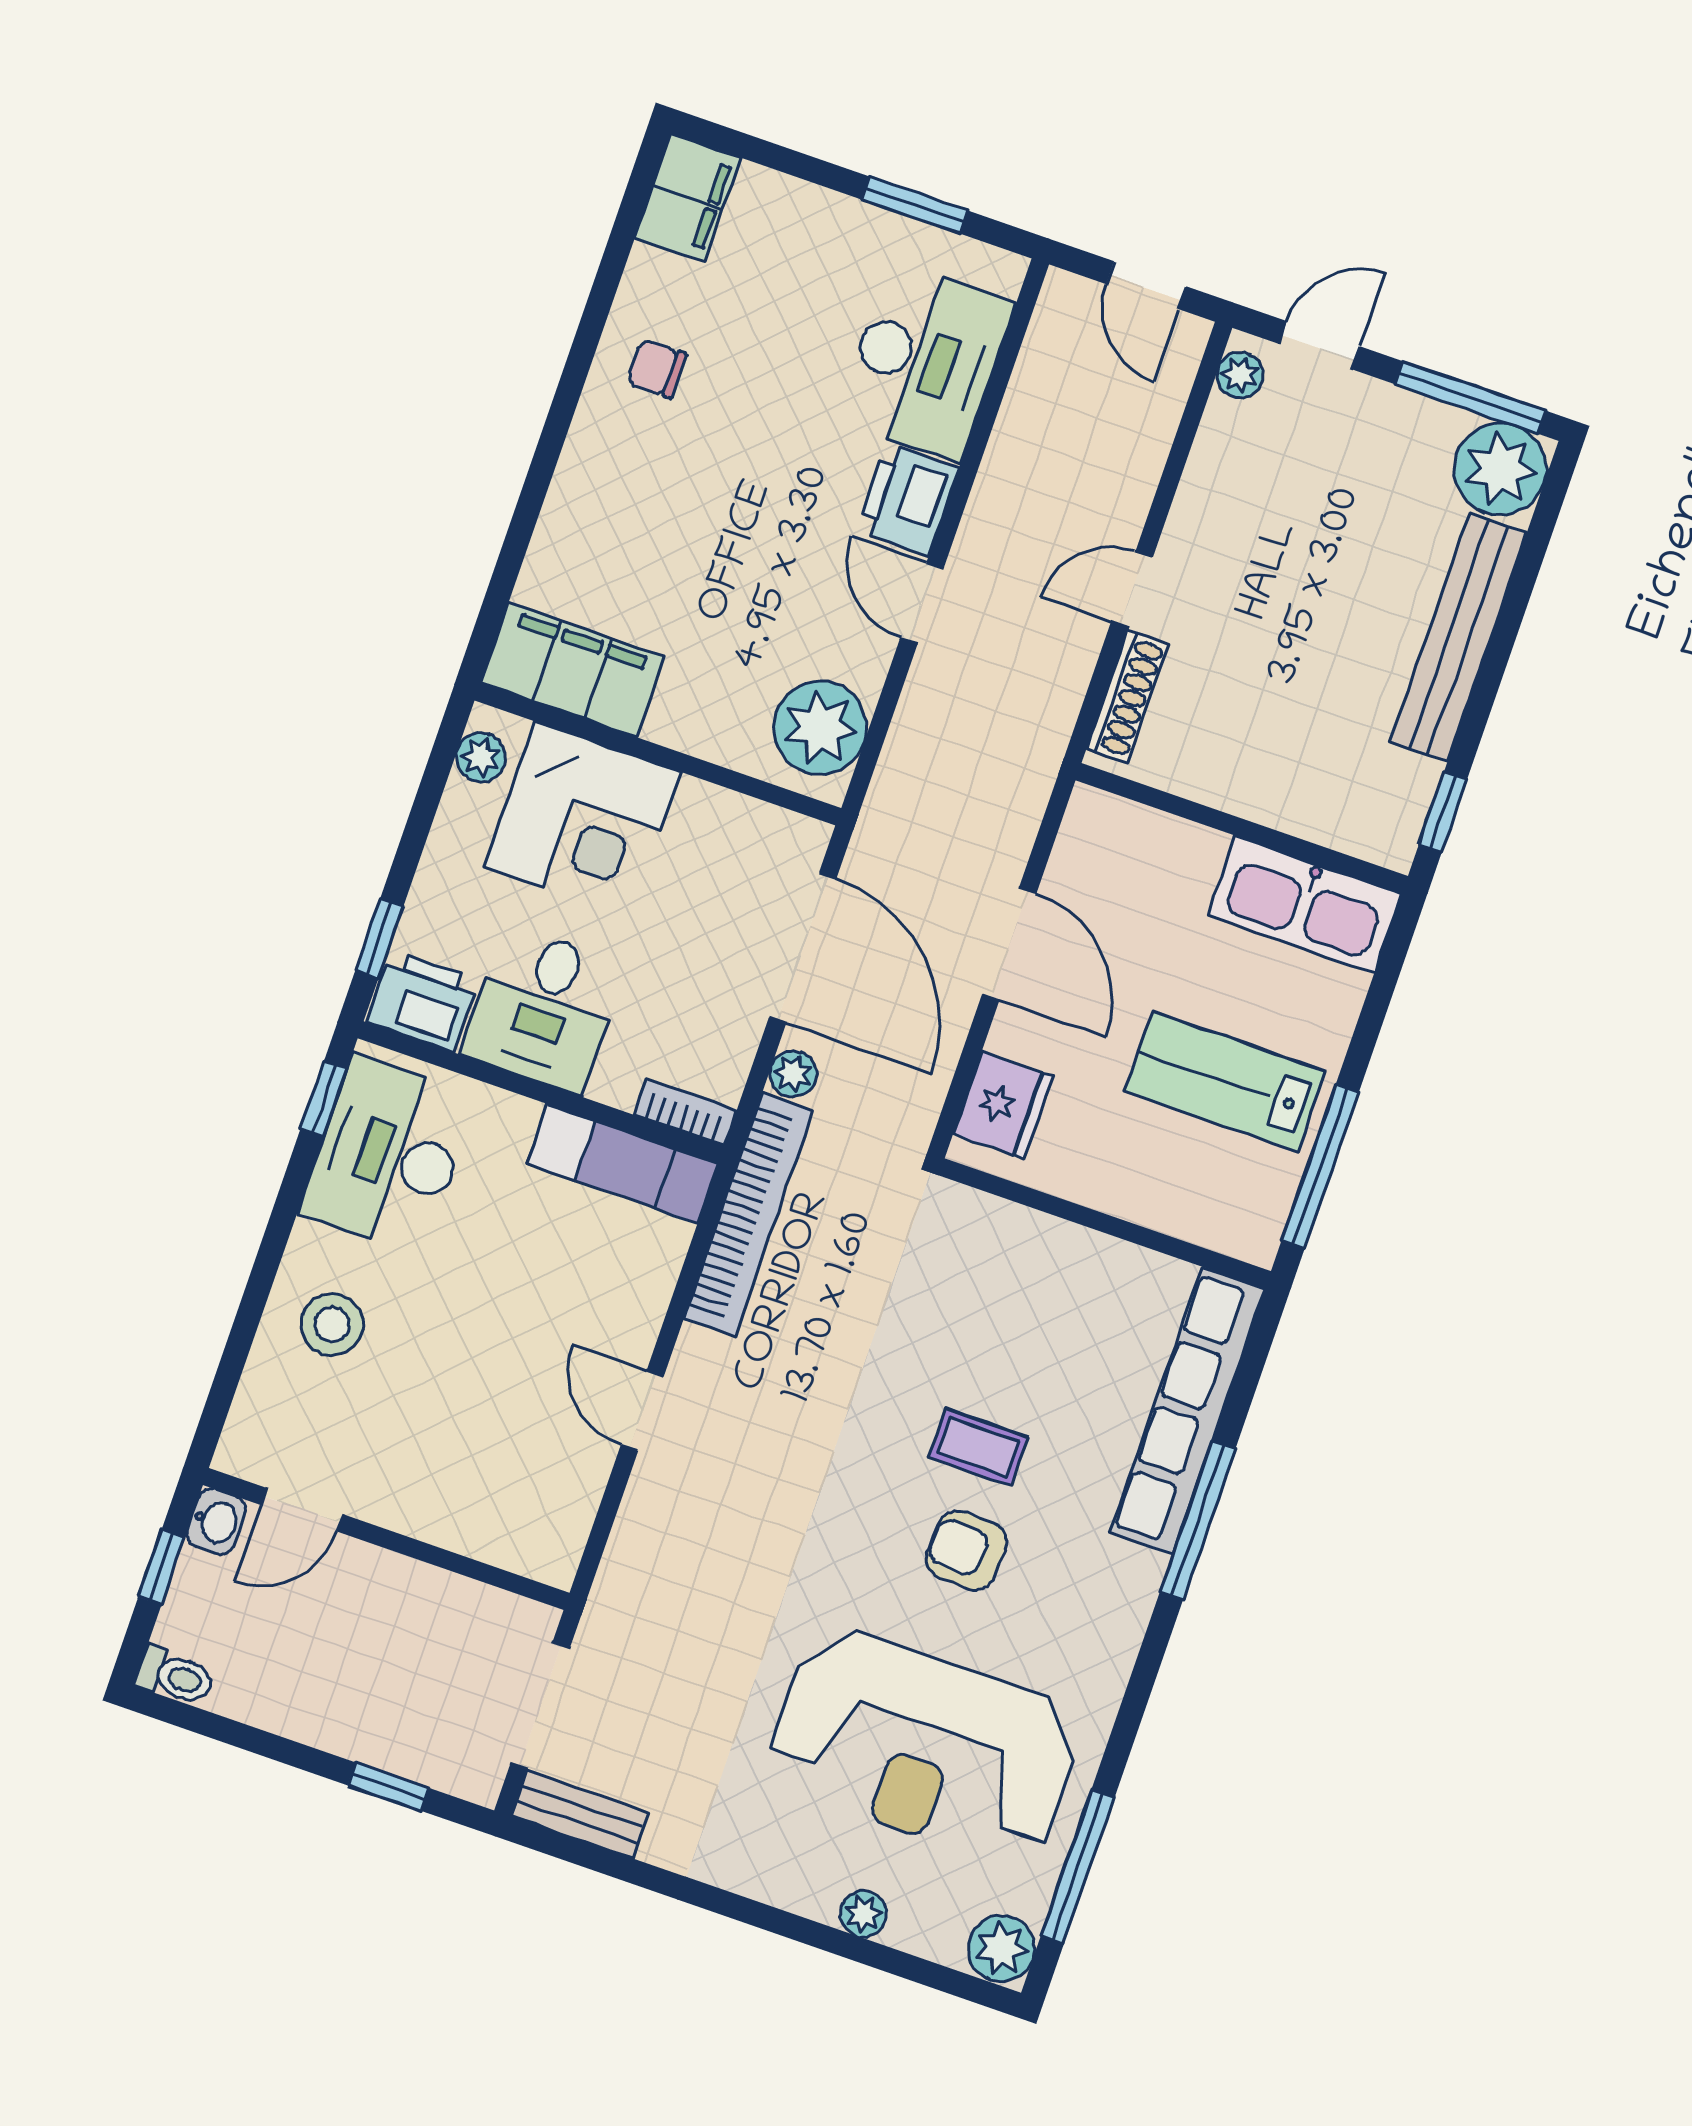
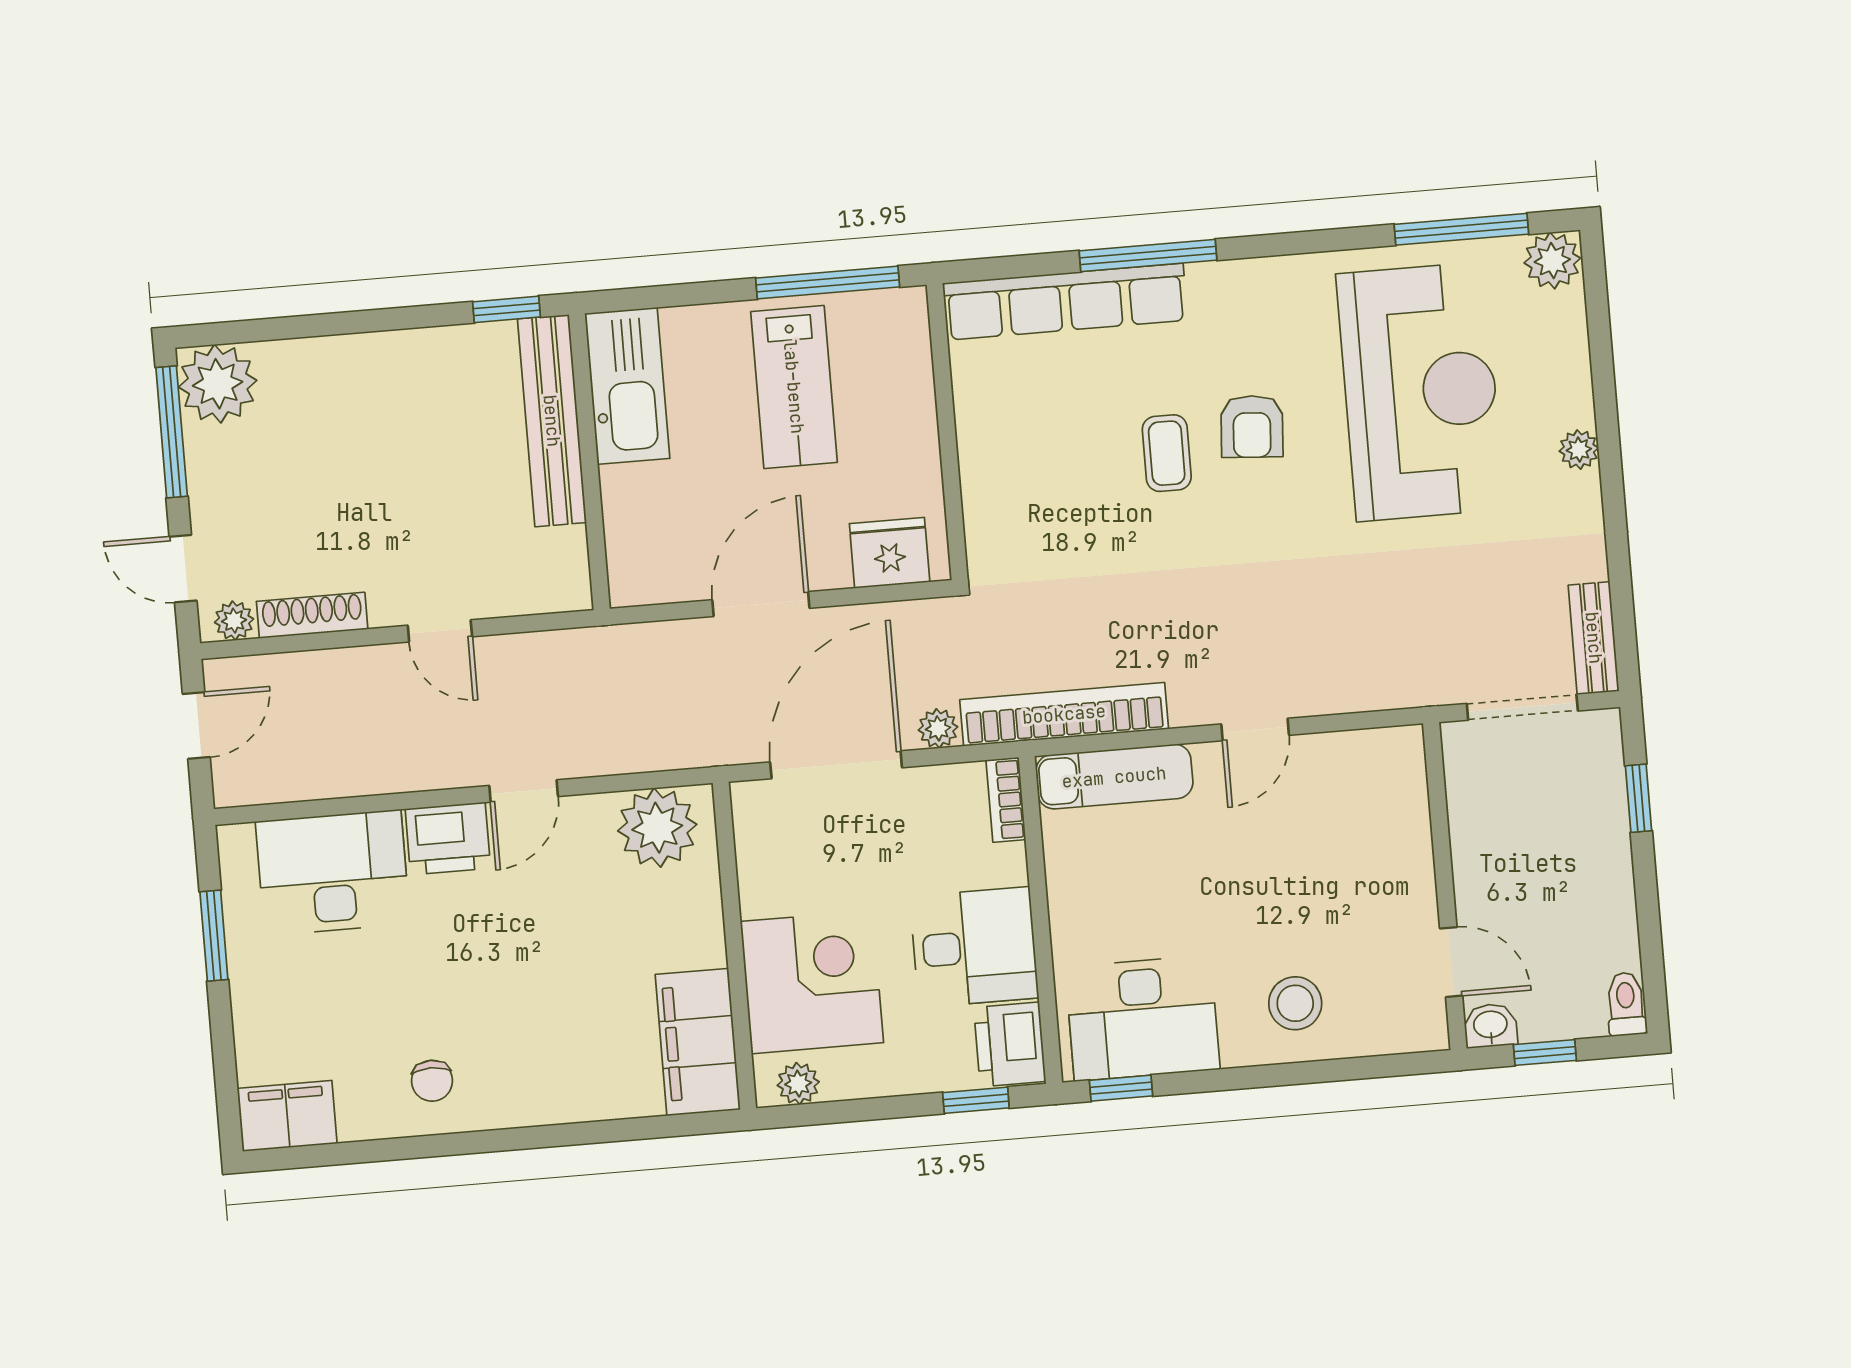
bench: (1459, 637) -> (552, 421), moved, turned 90
shoe rack: (1127, 696) -> (312, 615), moved
exam couch: (622, 1164) -> (1114, 777), moved, turned 90
plant: (863, 1914) -> (1579, 450), moved

